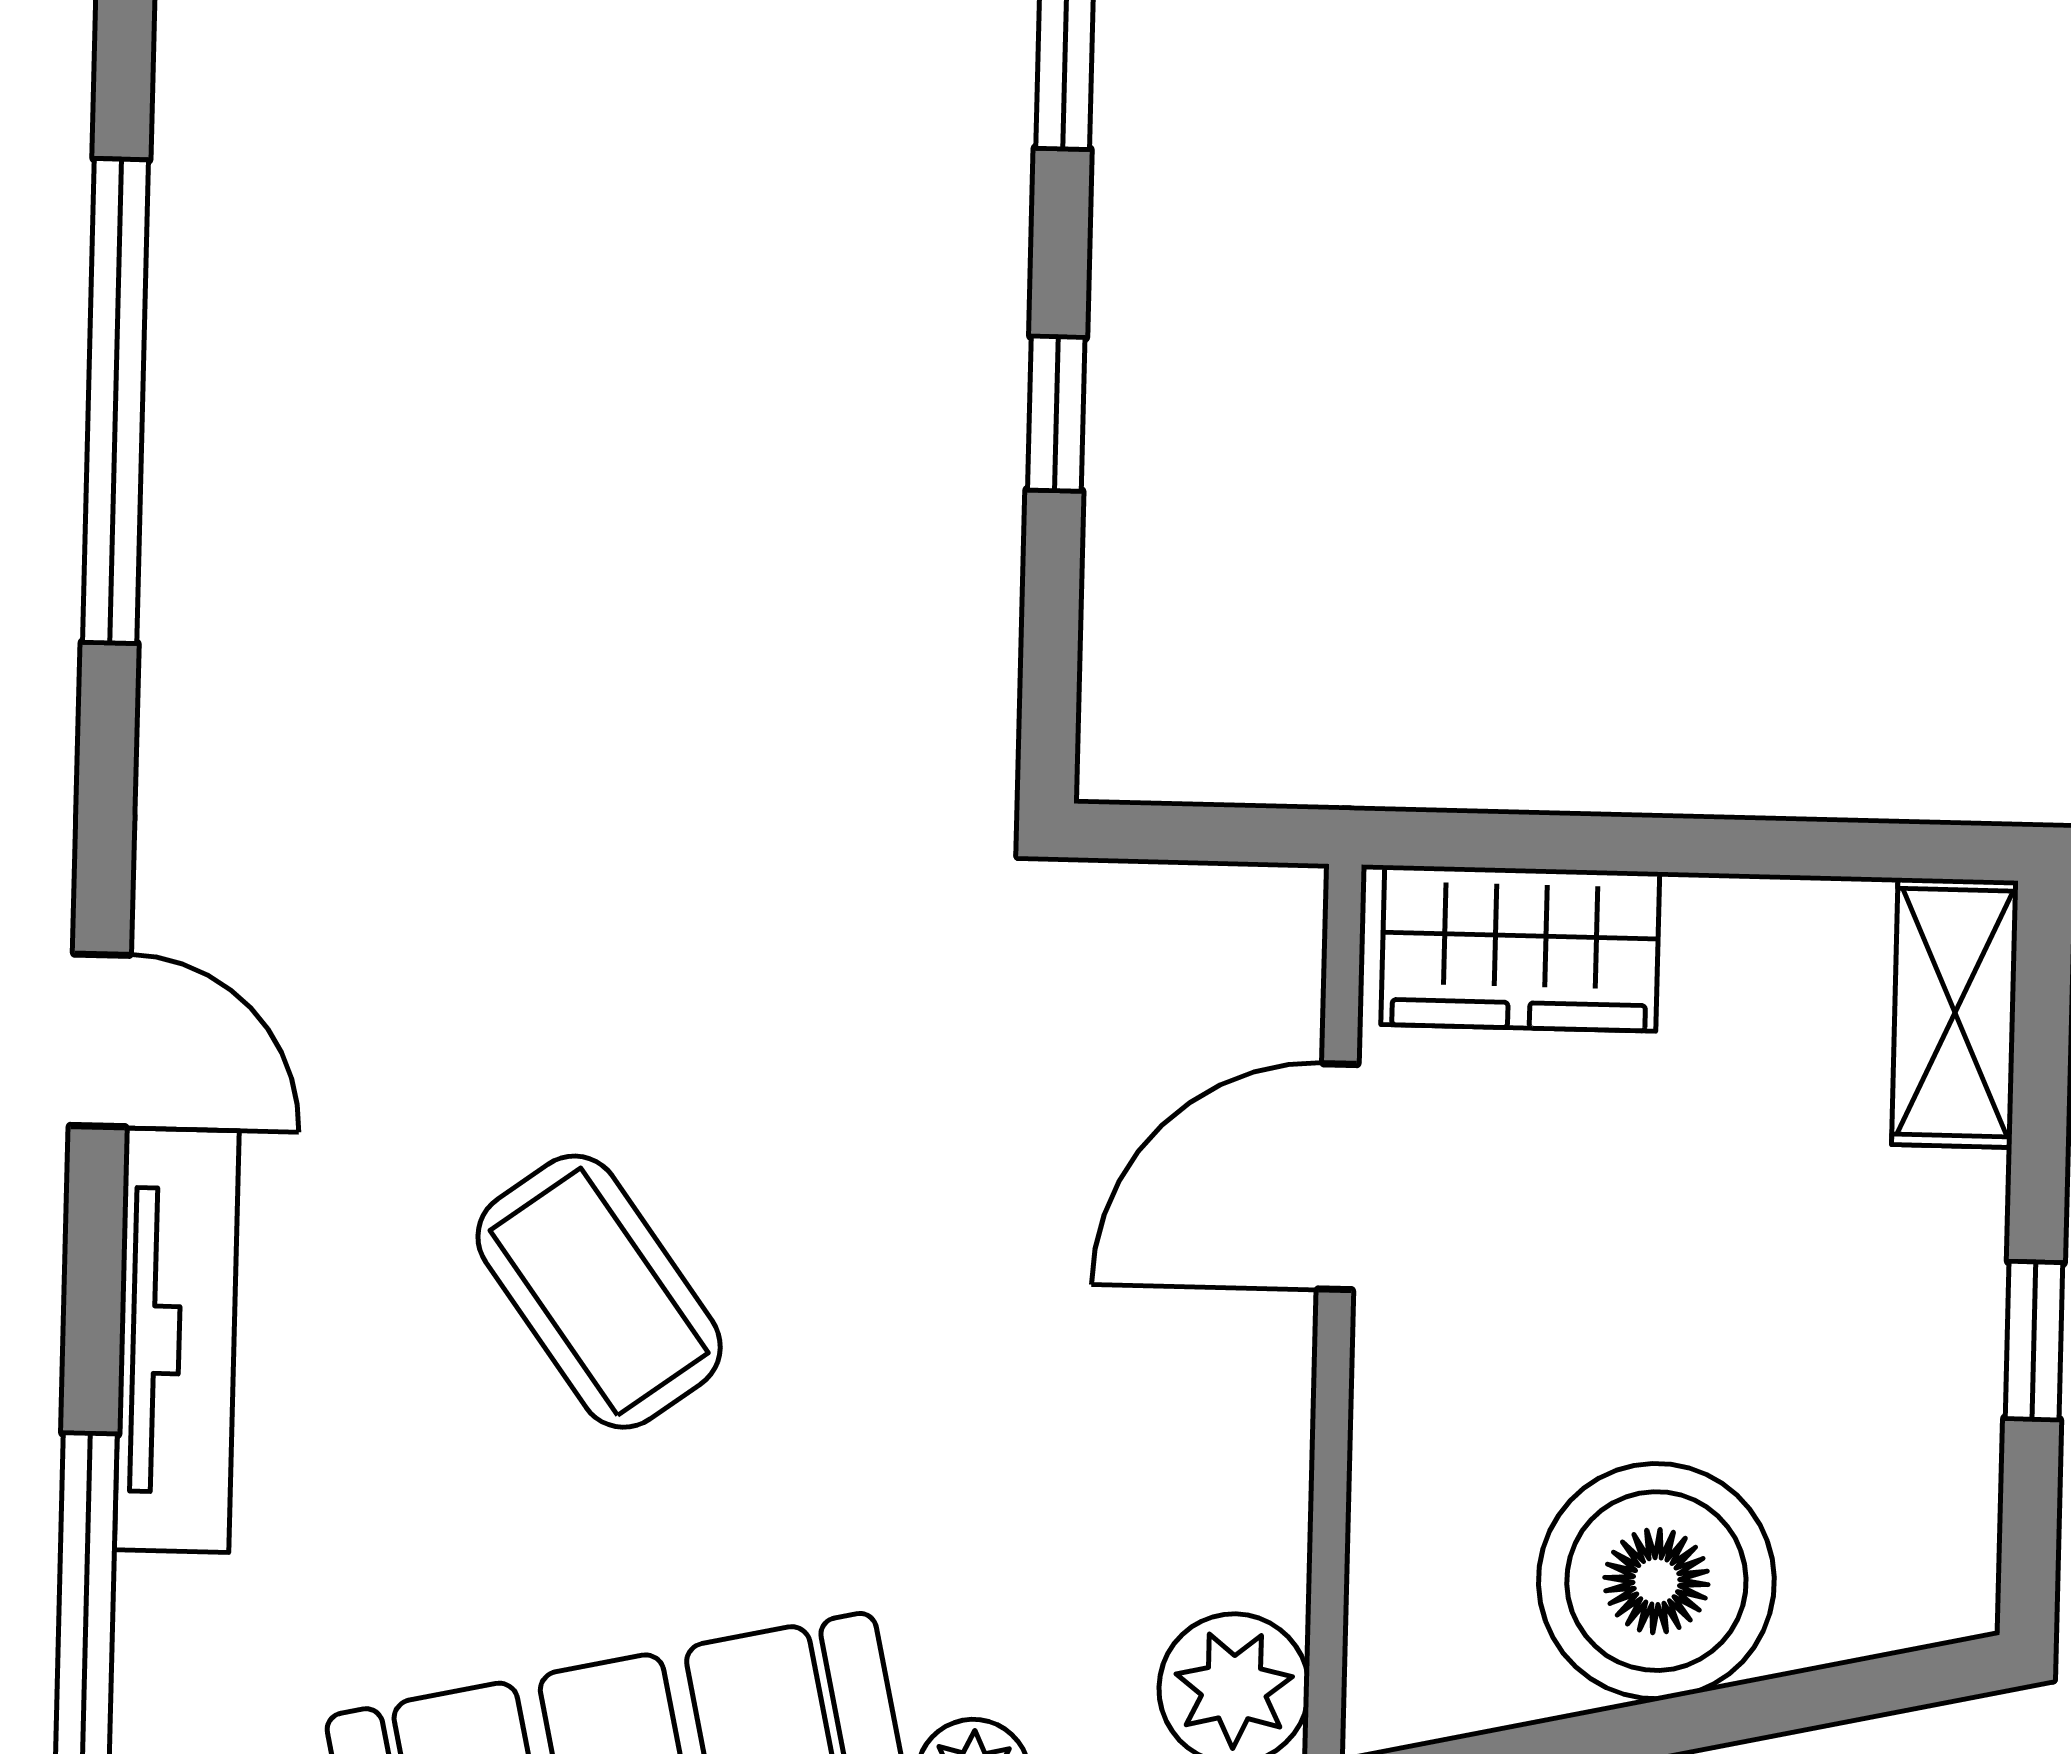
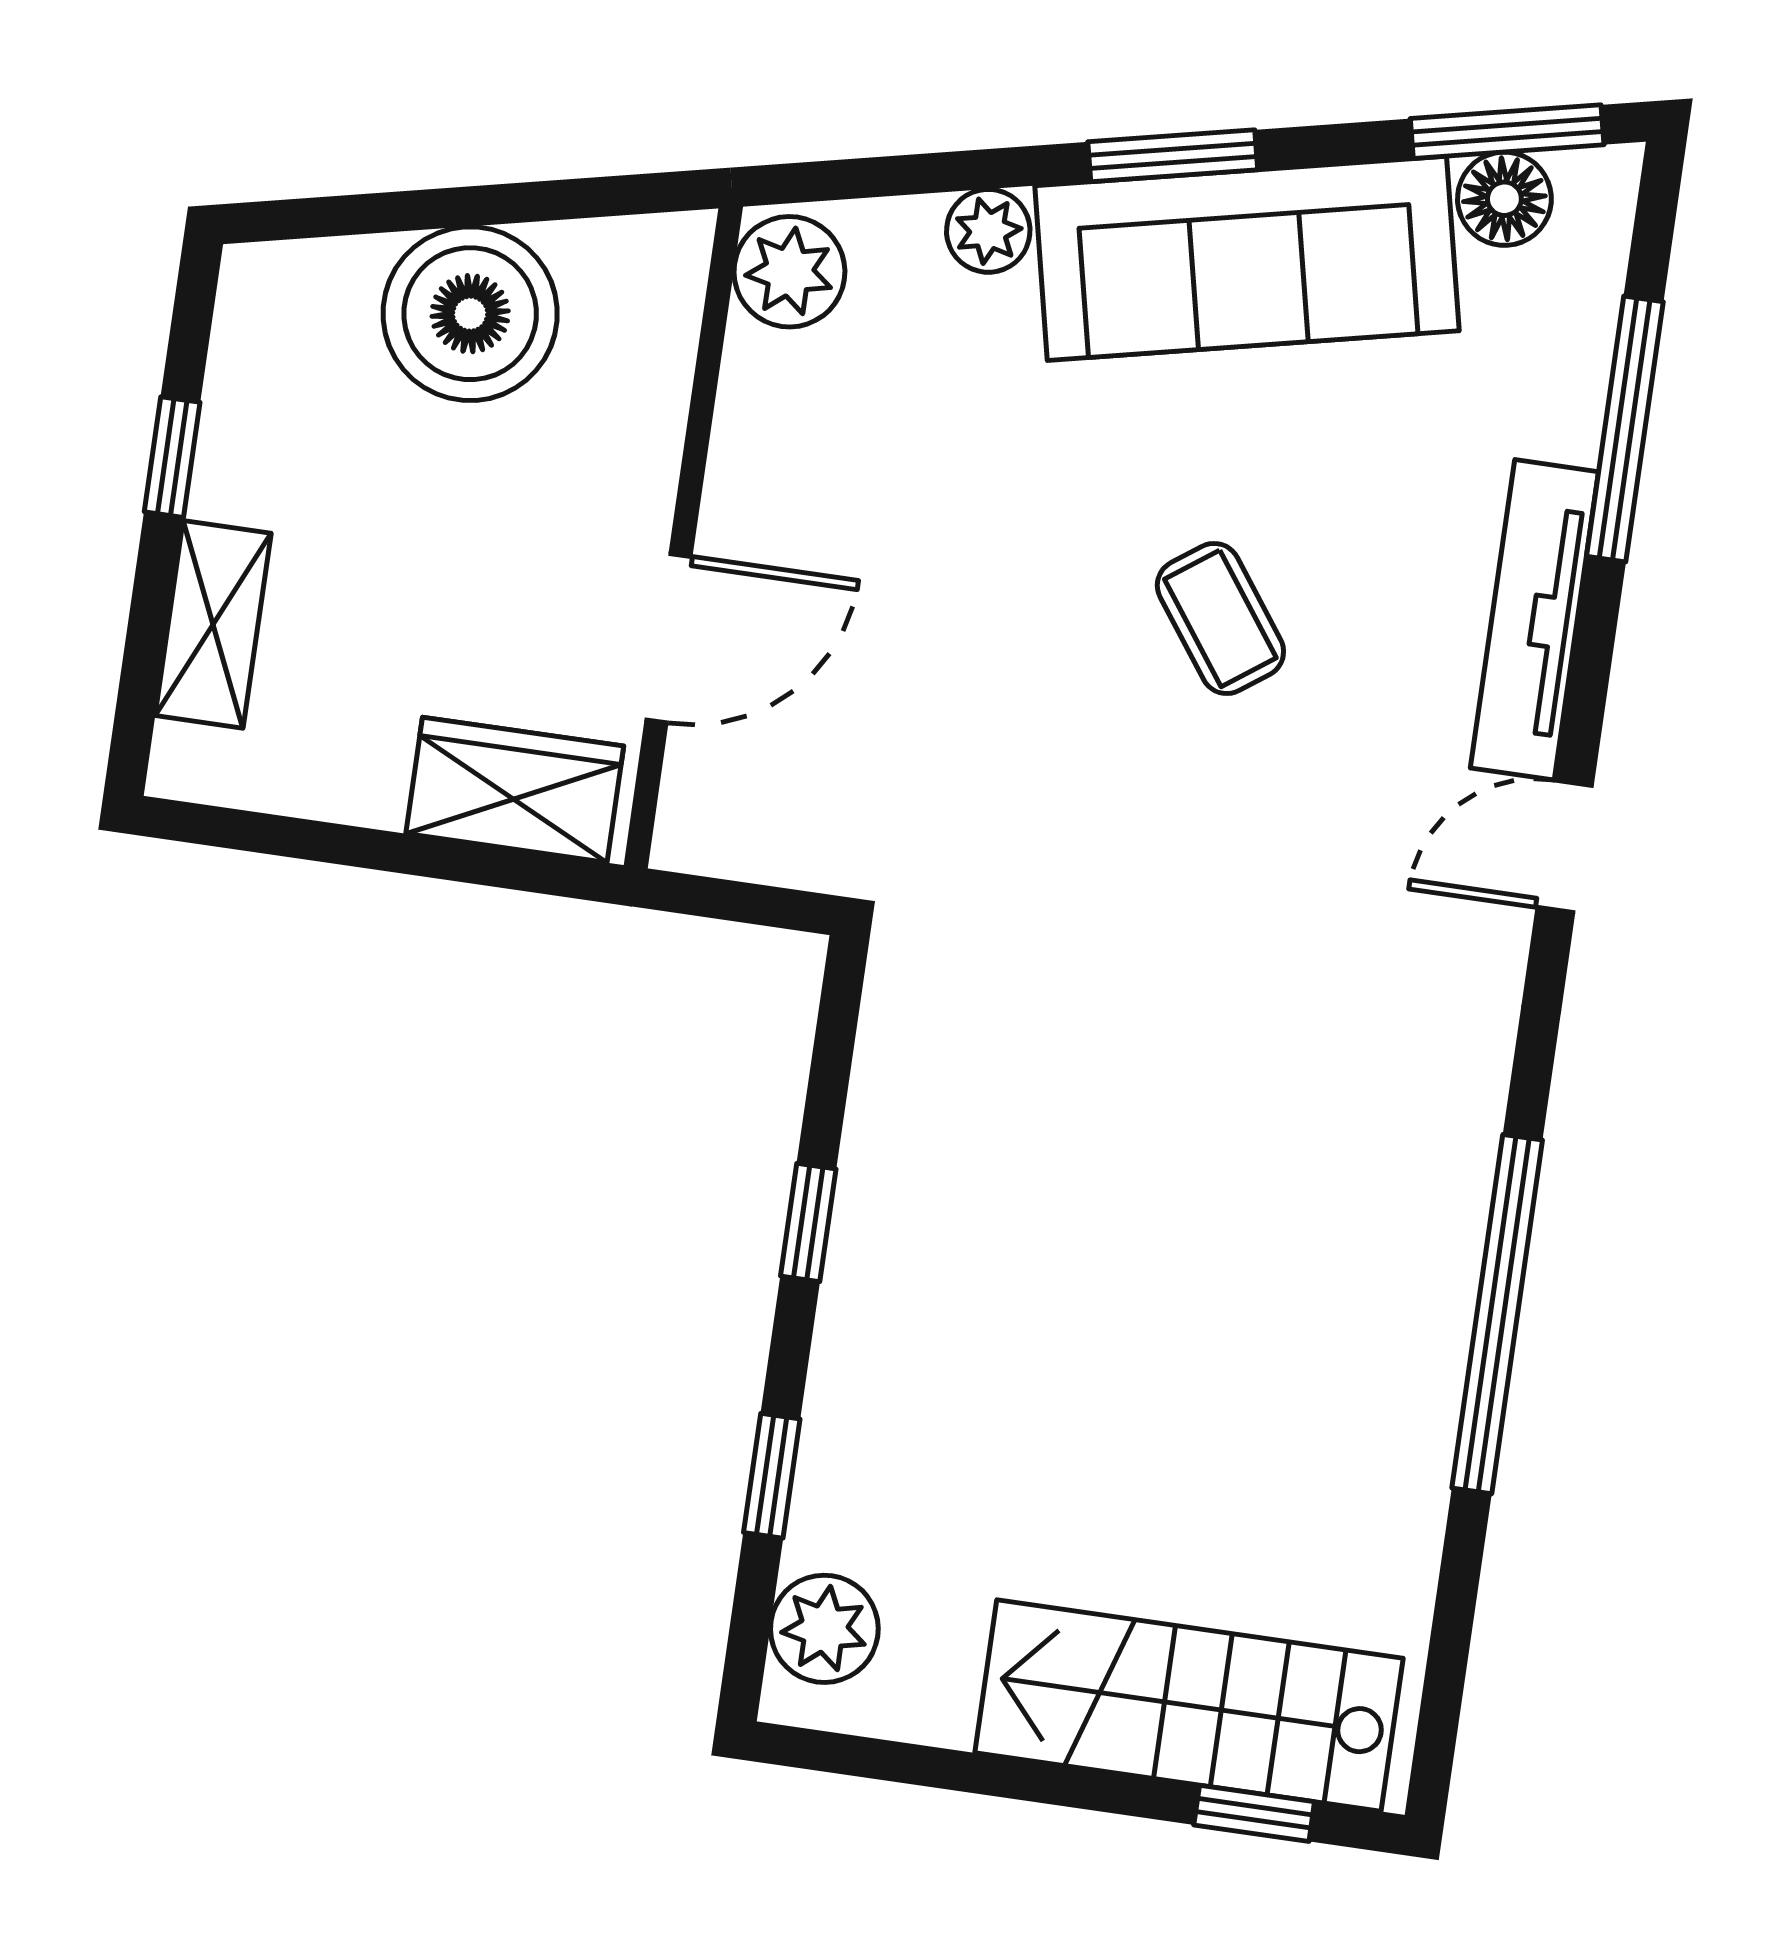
shelving: (1955, 1013) -> (213, 624), moved
door: (100, 1040) -> (1565, 846), hinge flipped
coffee table: (599, 1292) -> (1220, 619), width x0.73, depth x0.77

